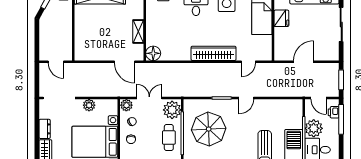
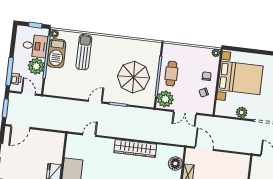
floor lamp: (153, 53) -> (175, 163), moved
wardrobe: (214, 53) -> (135, 148), moved
door: (304, 62) -> (20, 127), moved
plant: (126, 105) -> (207, 108), removed

